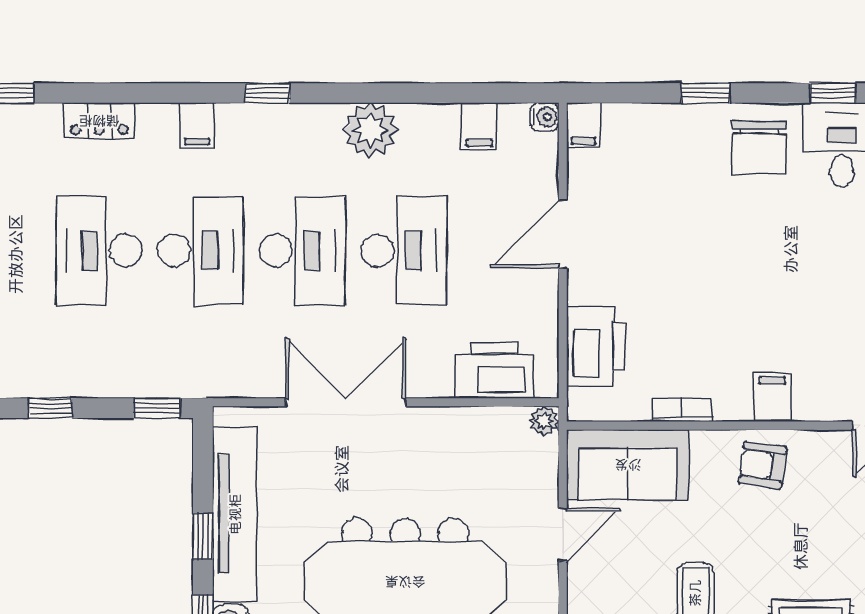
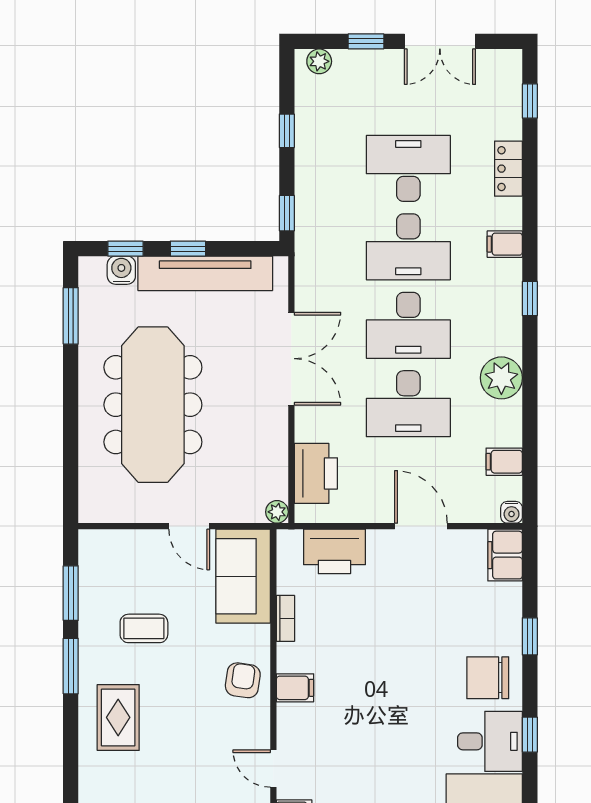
filing cabinet: (583, 125) -> (505, 555), width x2.00

